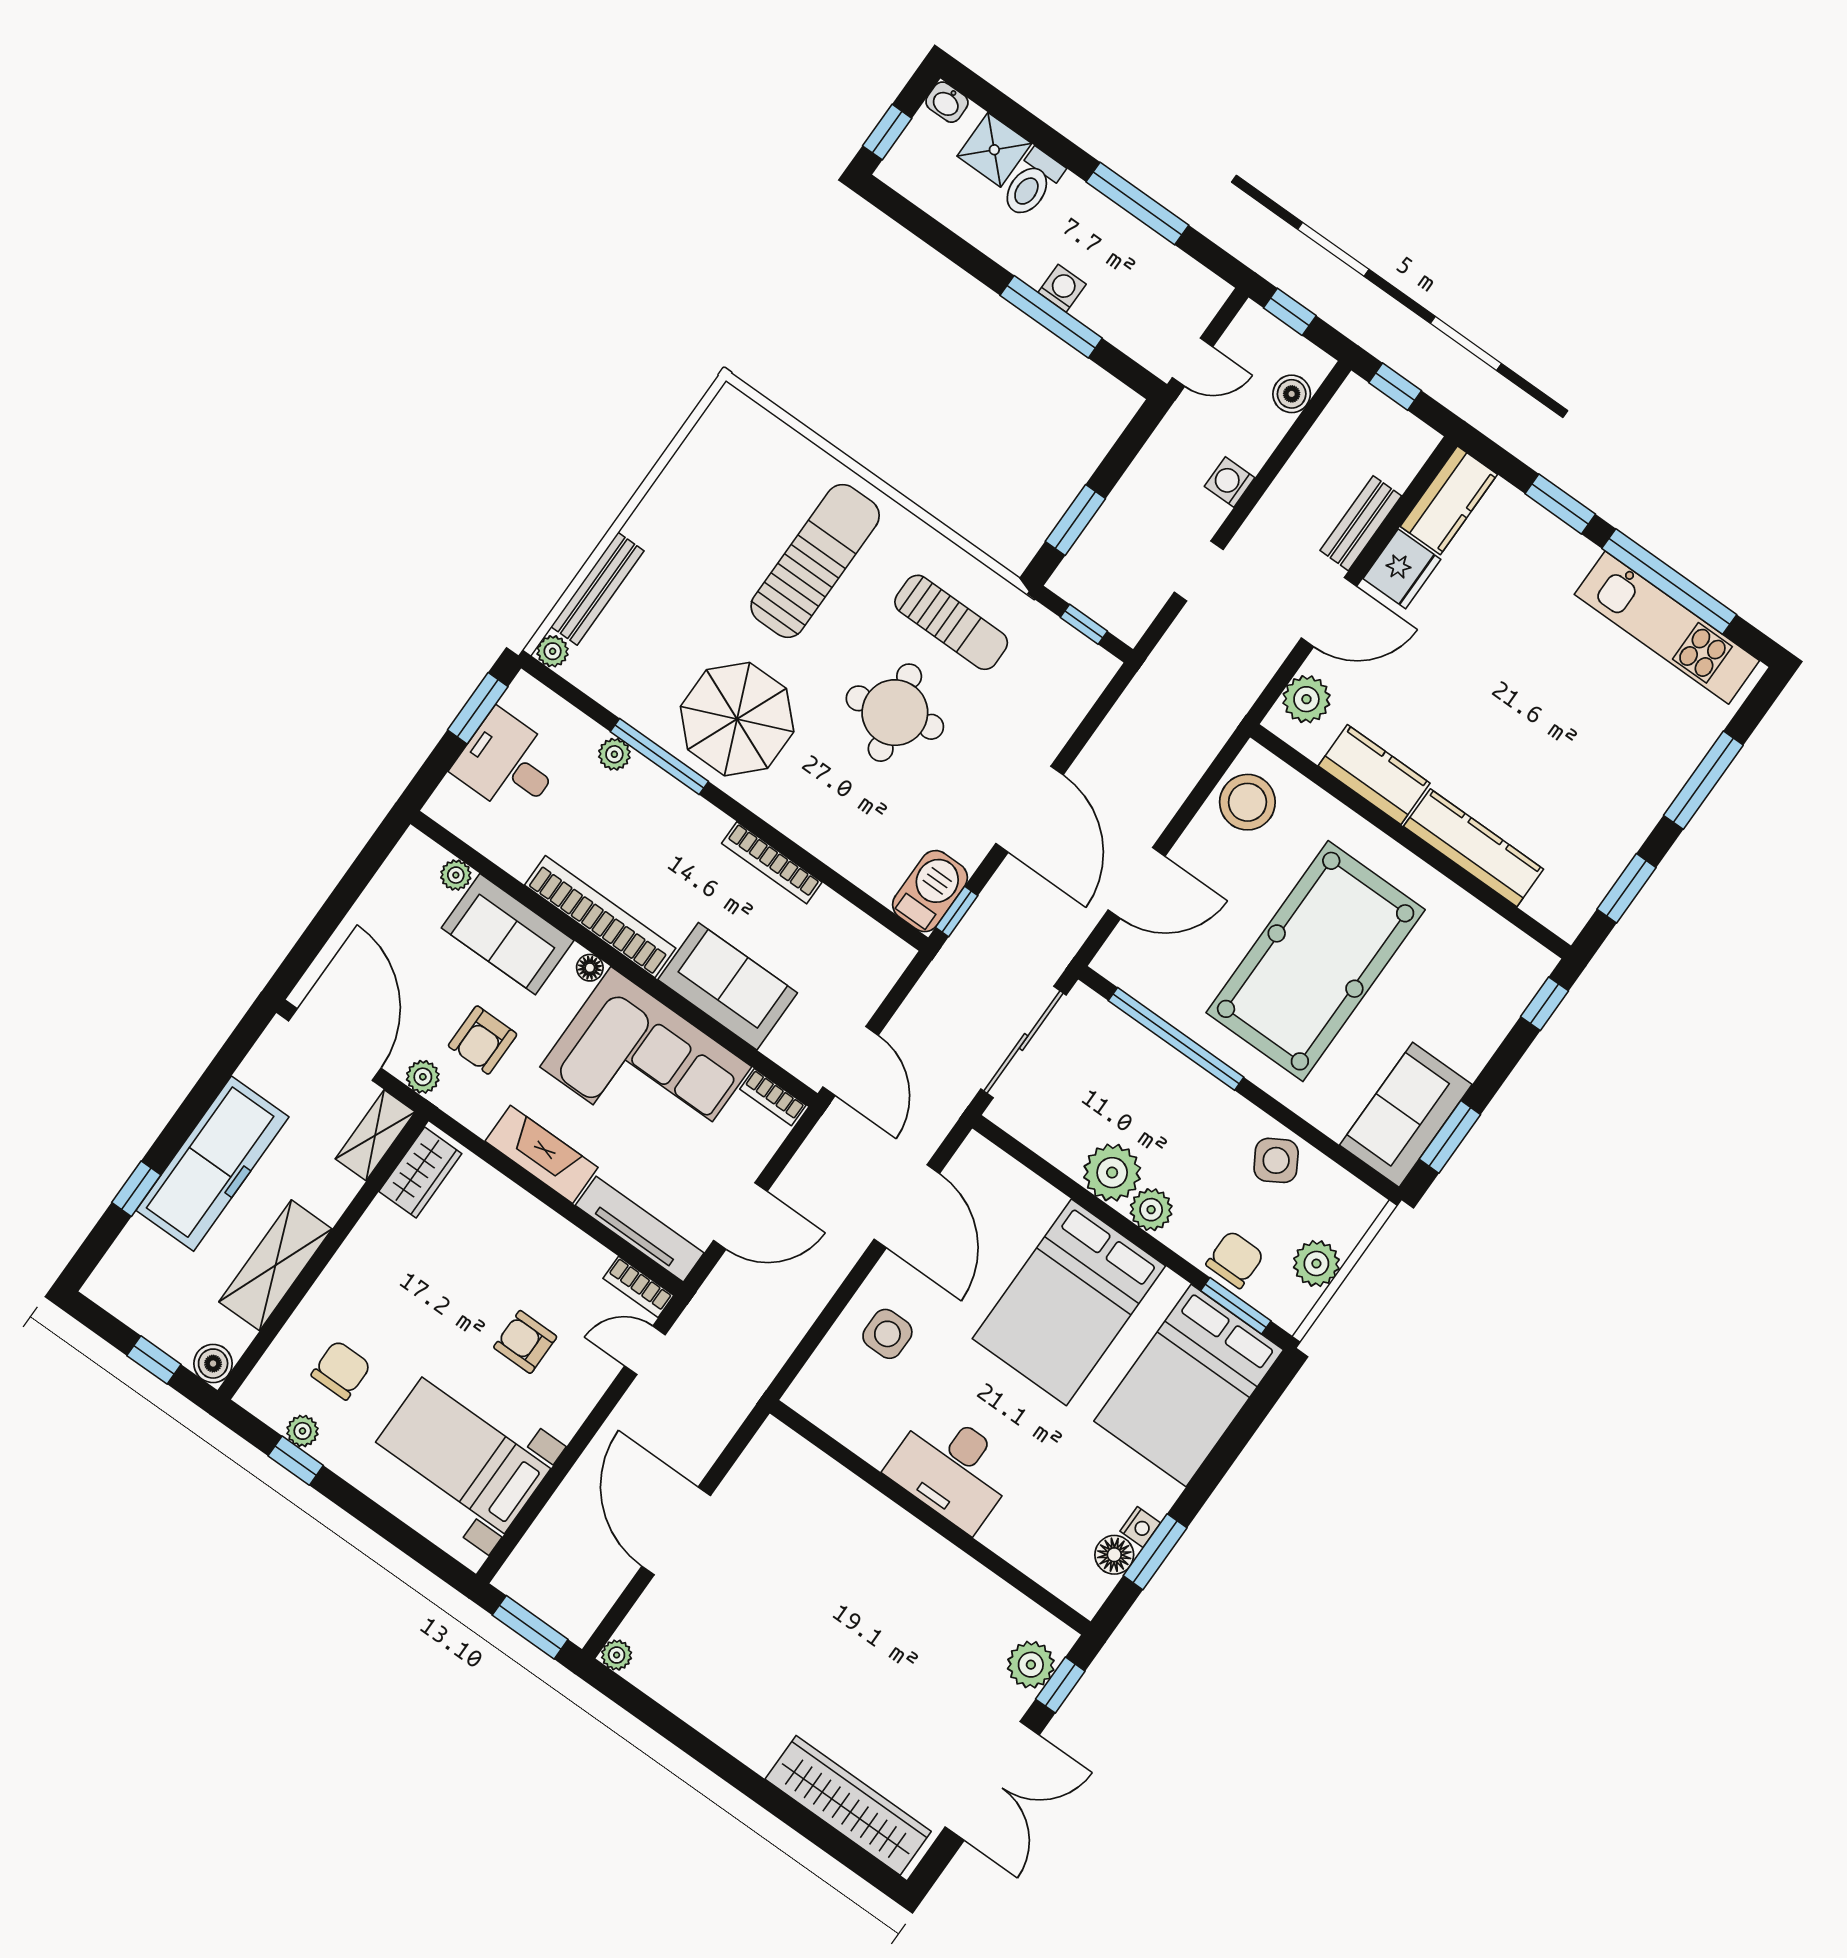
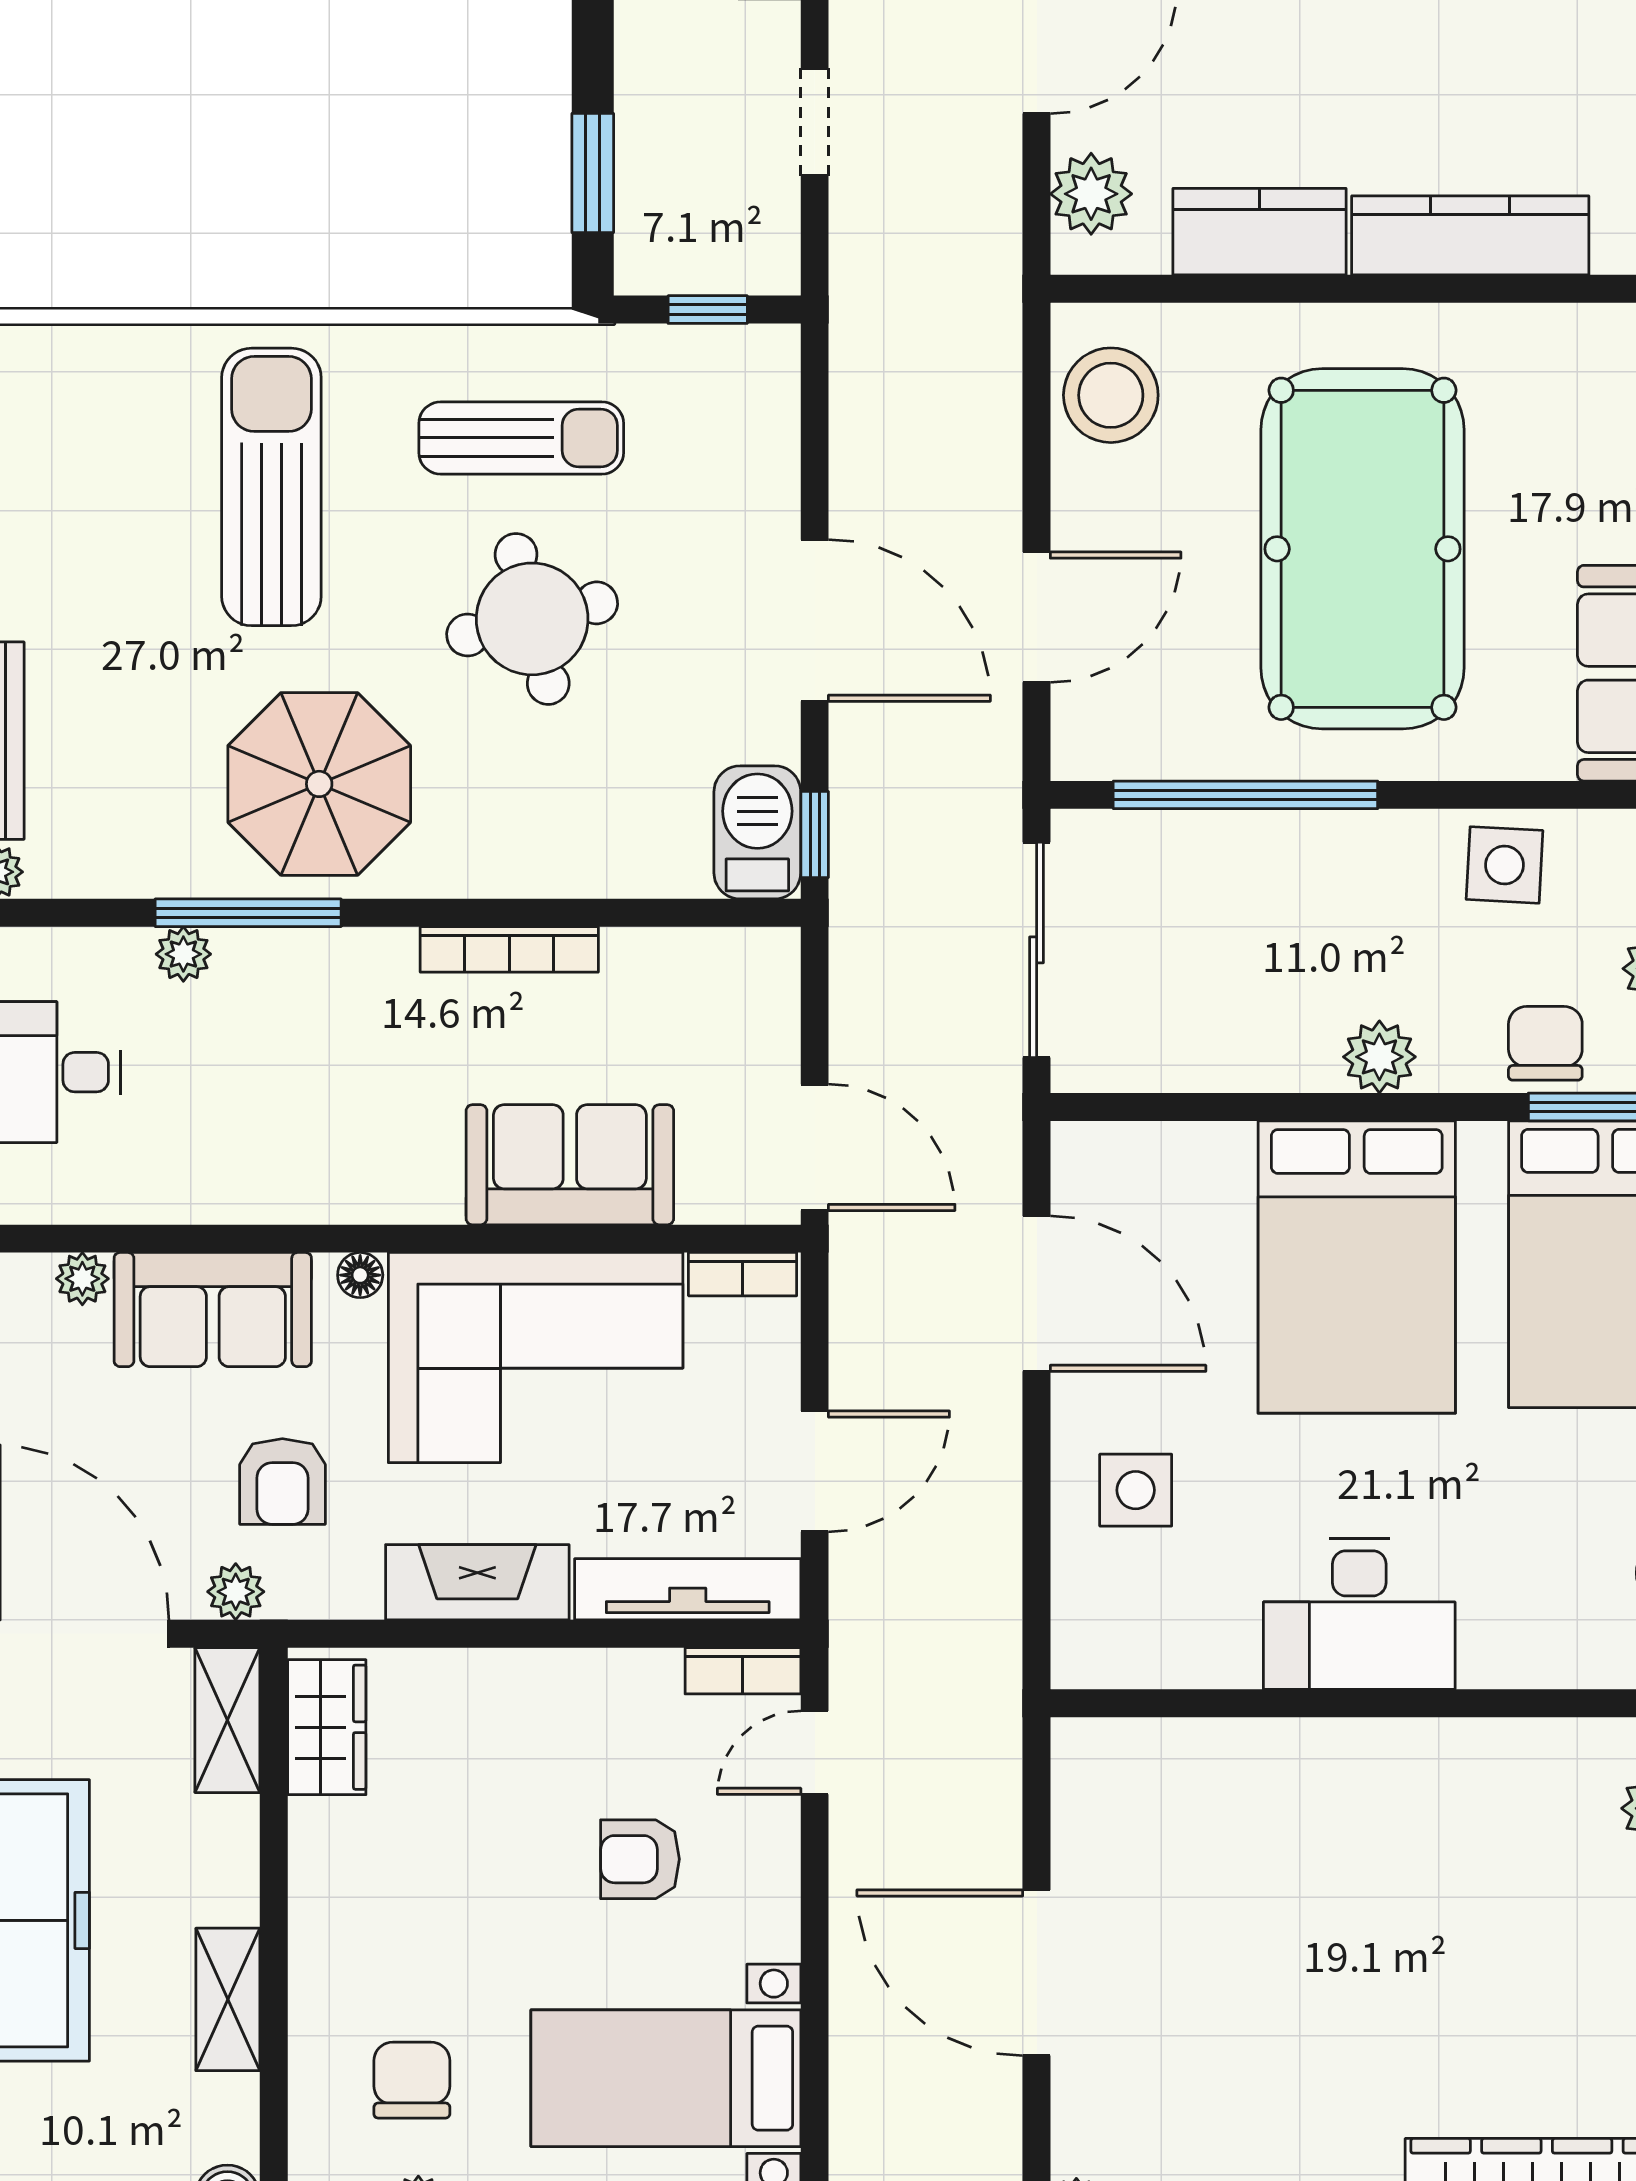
bookcase: (600, 917) -> (324, 1194), removed
side table: (1276, 1160) -> (1505, 865), turned 34
plant: (1112, 1173) -> (1289, 1044), removed
shelving: (275, 1265) -> (228, 1999), width x0.67, depth x0.75

